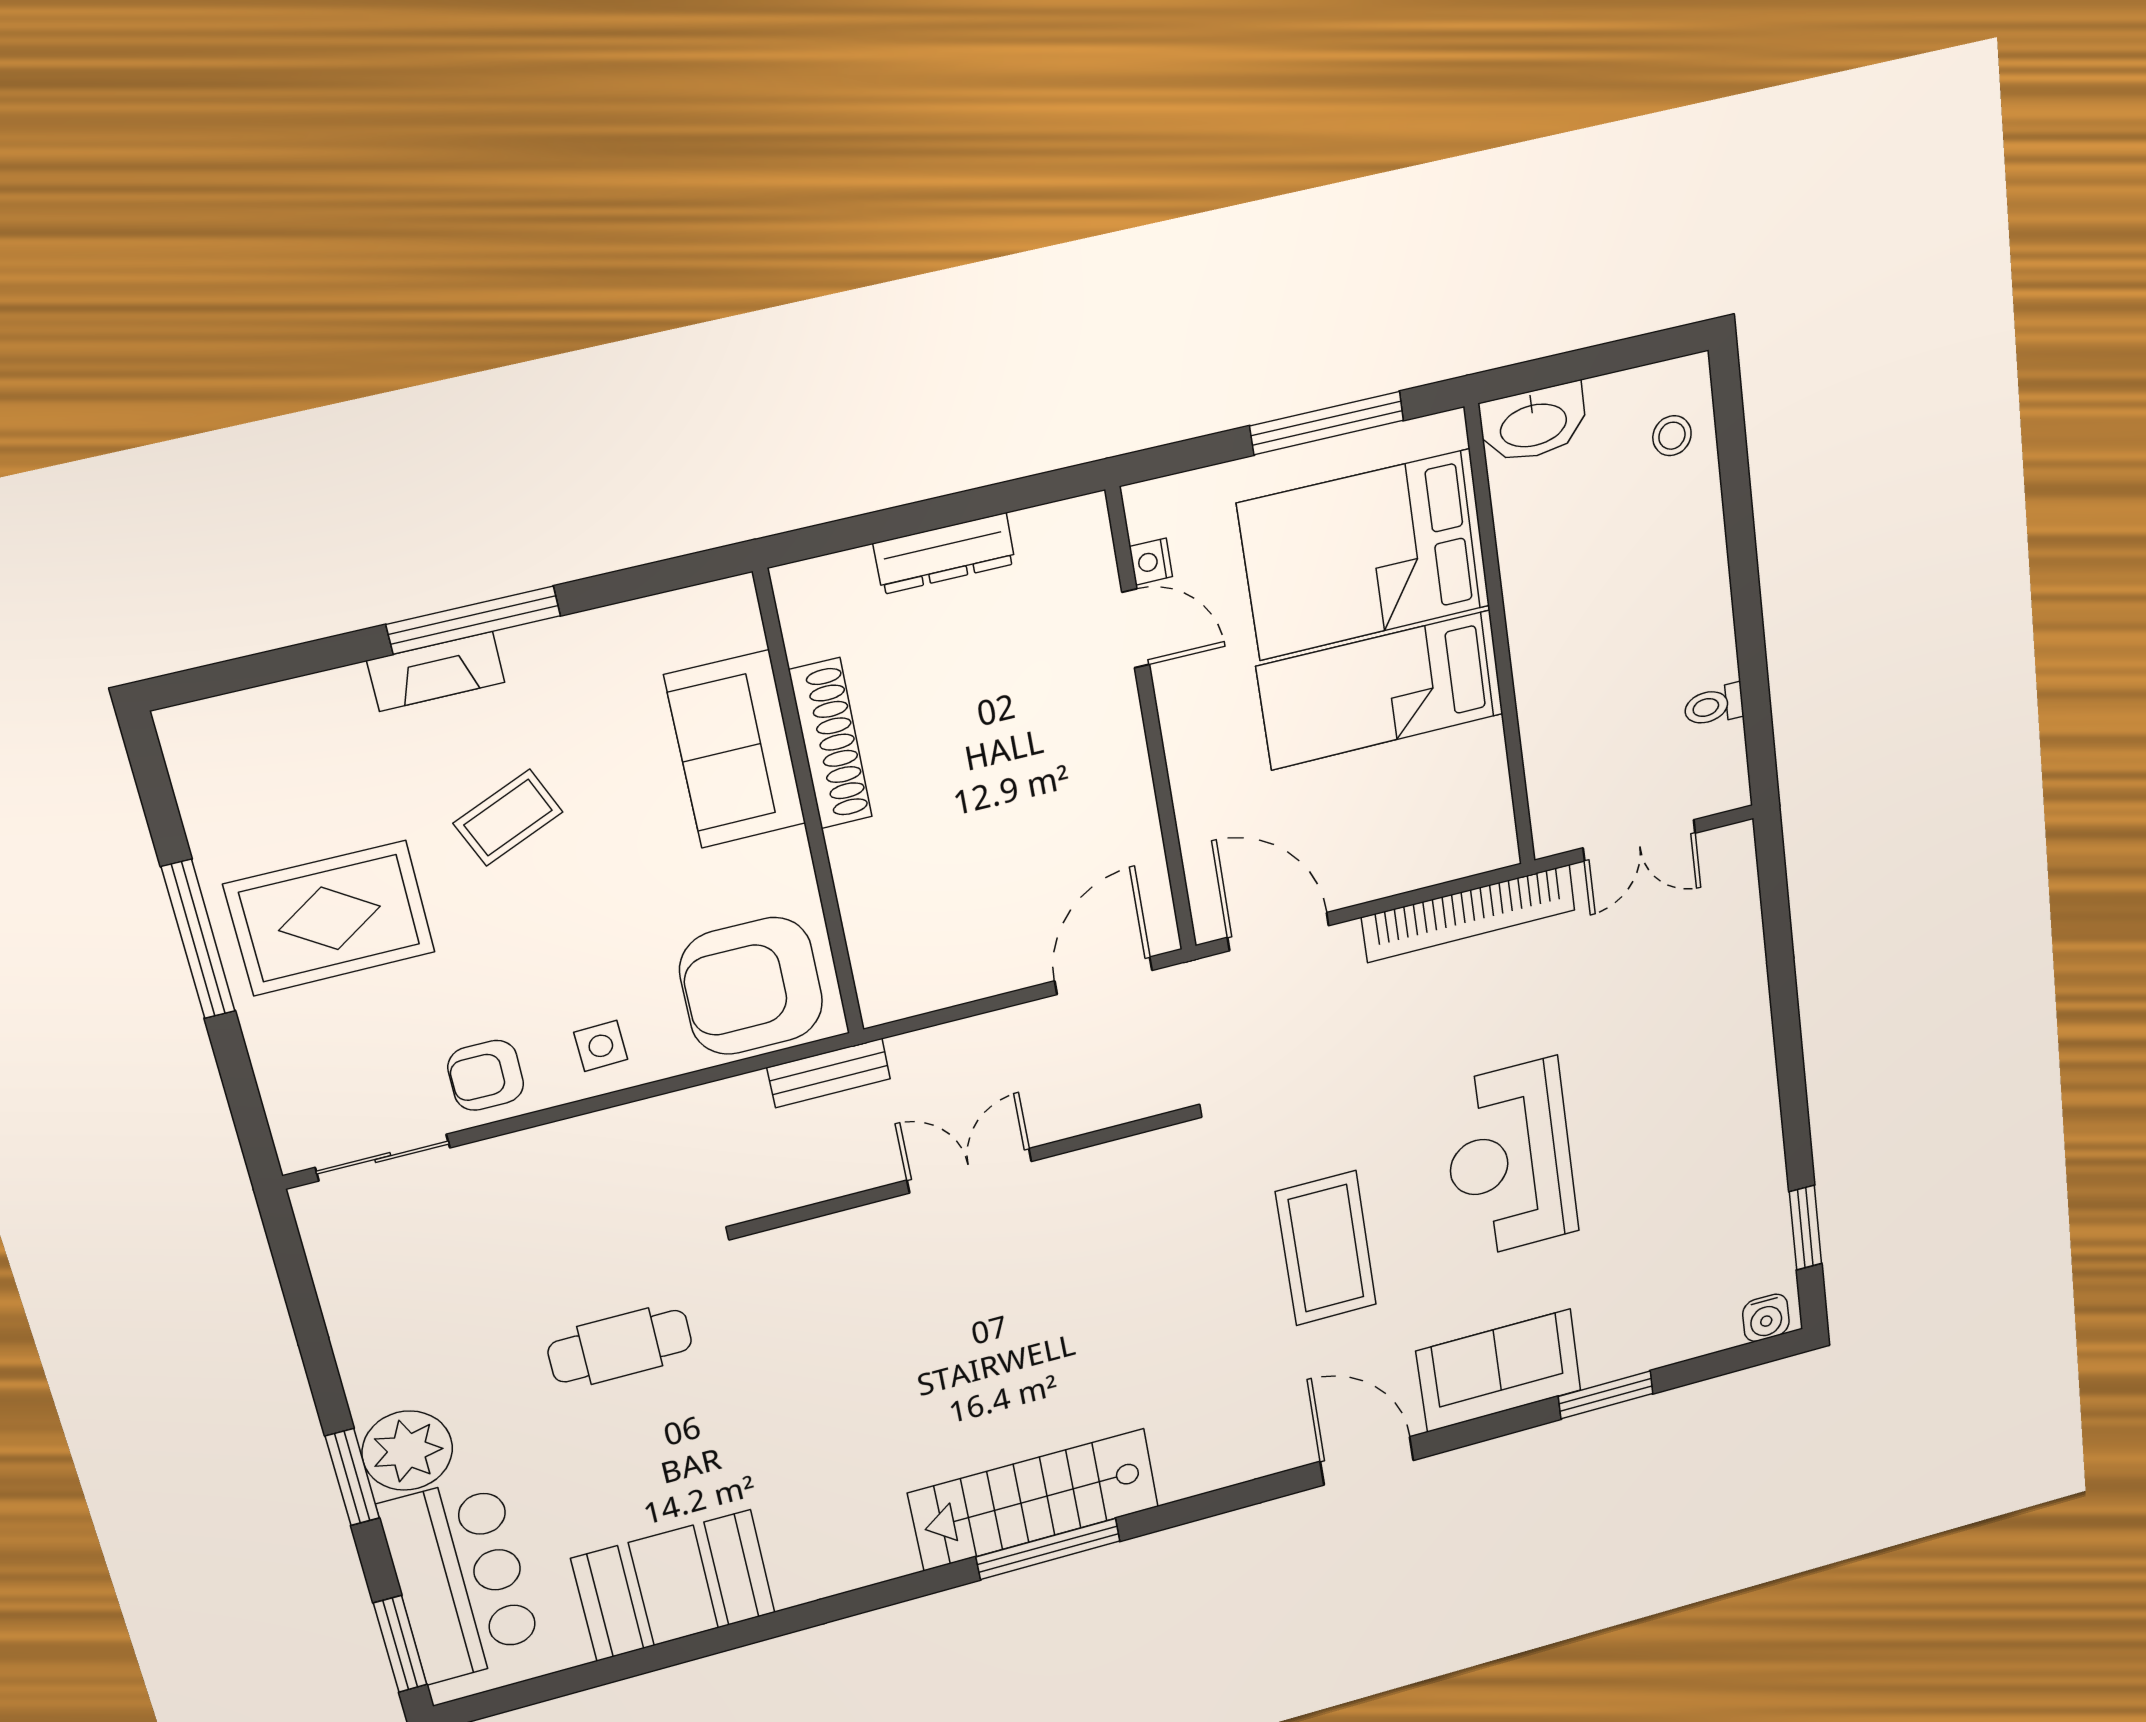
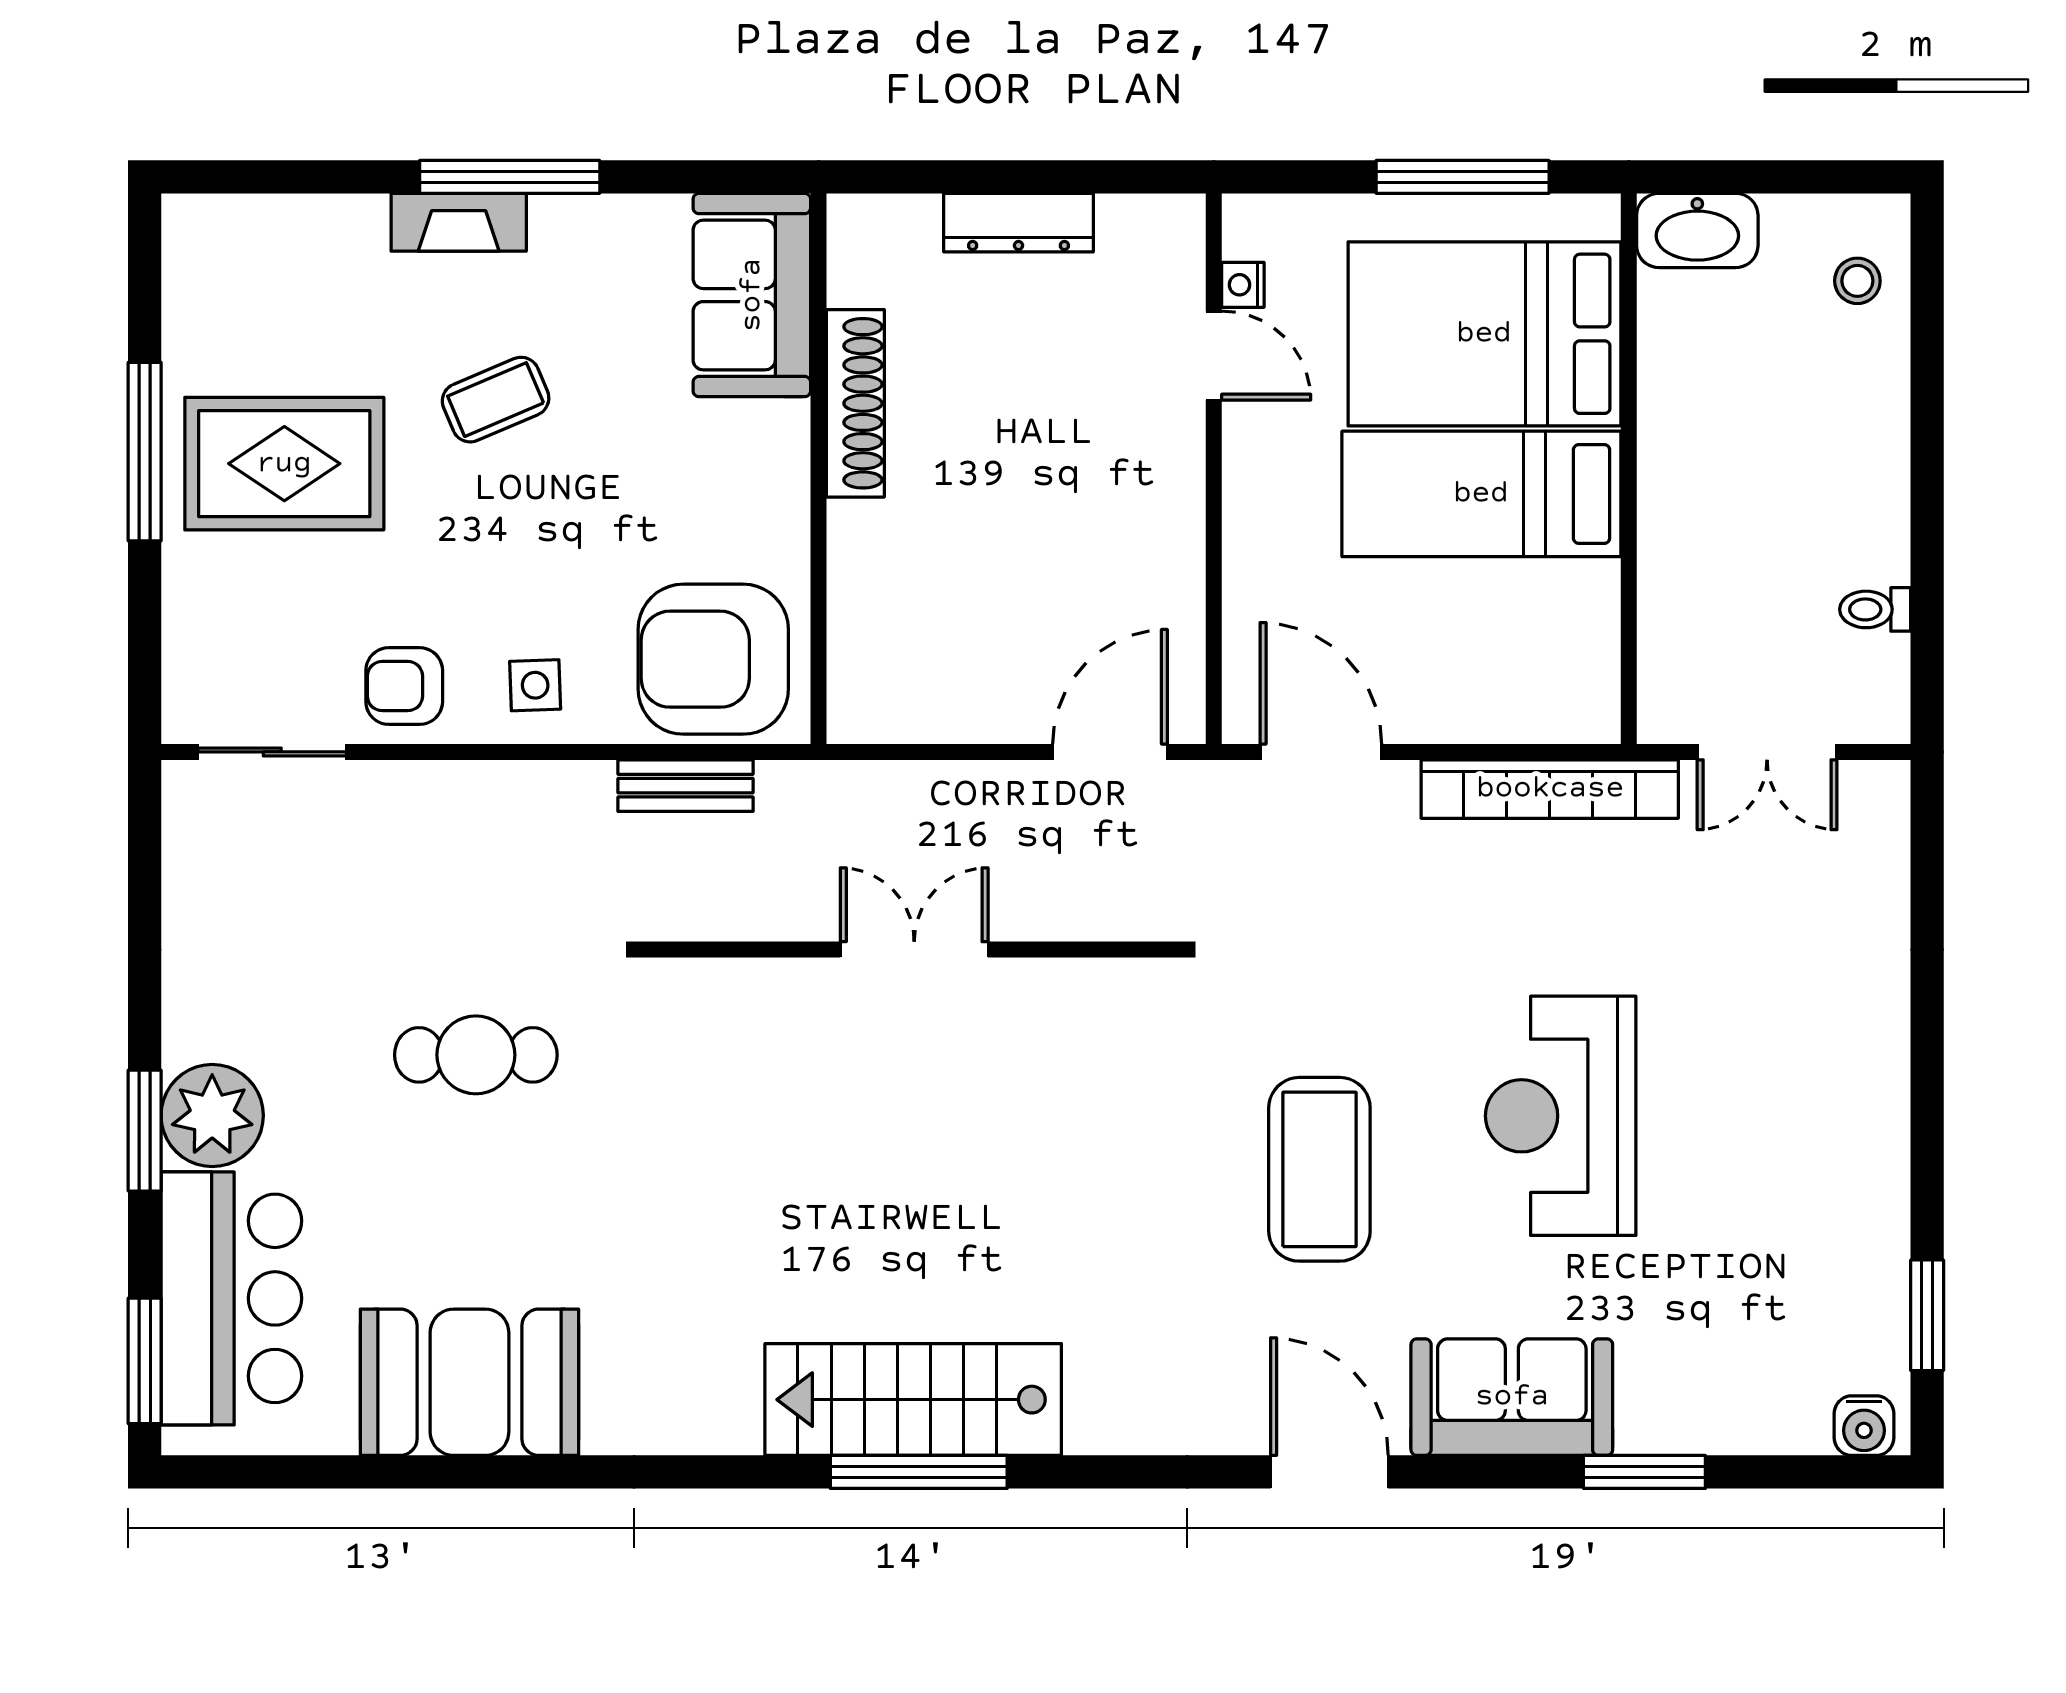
sofa: (735, 750) -> (752, 295), moved
bench: (829, 1073) -> (685, 786), moved

